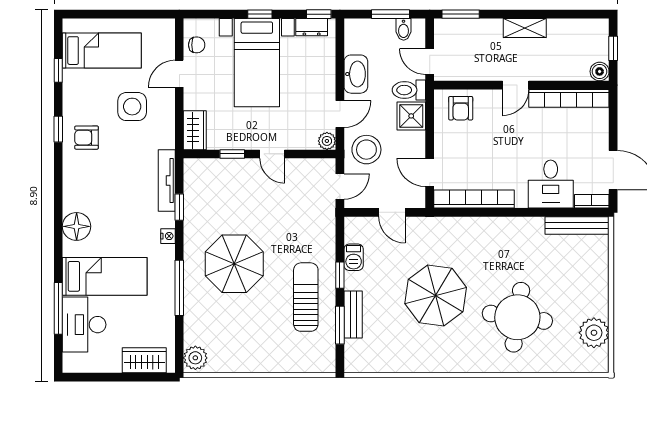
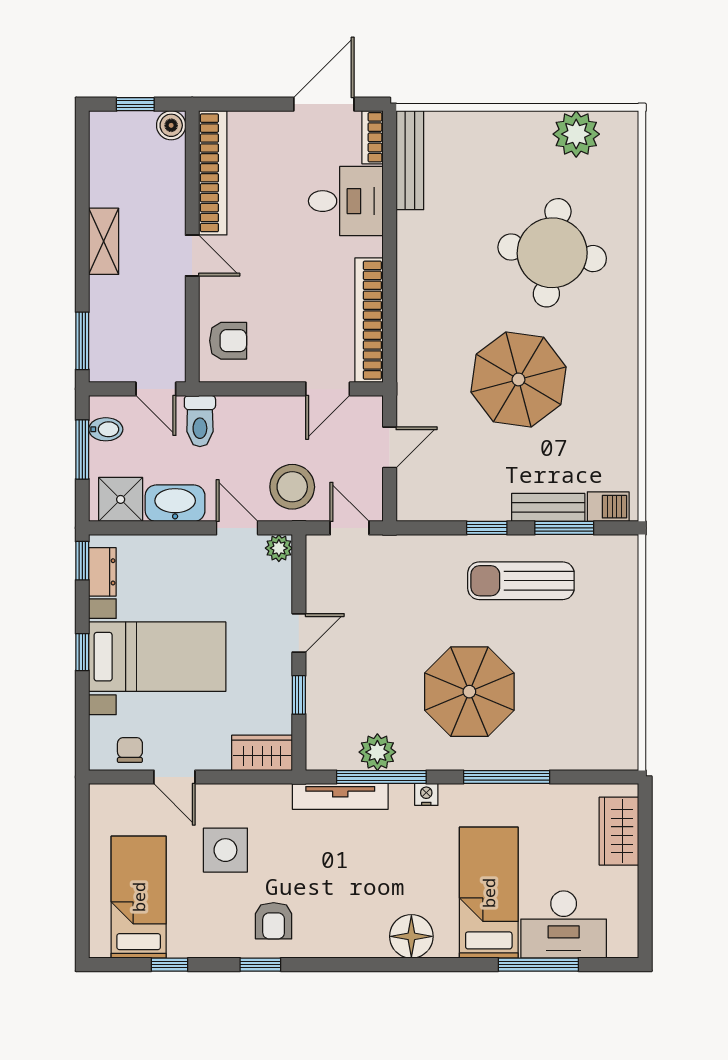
door: (430, 62) -> (156, 389), hinge flipped
shower: (411, 116) -> (121, 499), moved
window: (179, 207) -> (381, 777), width x2.17
barbecue: (354, 257) -> (608, 507), moved
plant: (195, 358) -> (377, 752), moved

